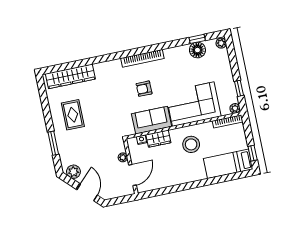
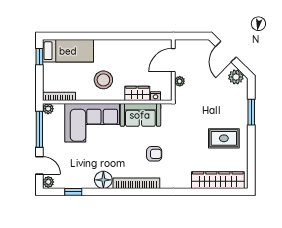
floor lamp: (197, 50) -> (103, 180), moved
door: (232, 56) -> (39, 165), added
window: (239, 88) -> (39, 129), width x2.17
armchair: (144, 89) -> (154, 154), moved
rug: (73, 115) -> (224, 138), turned 90

